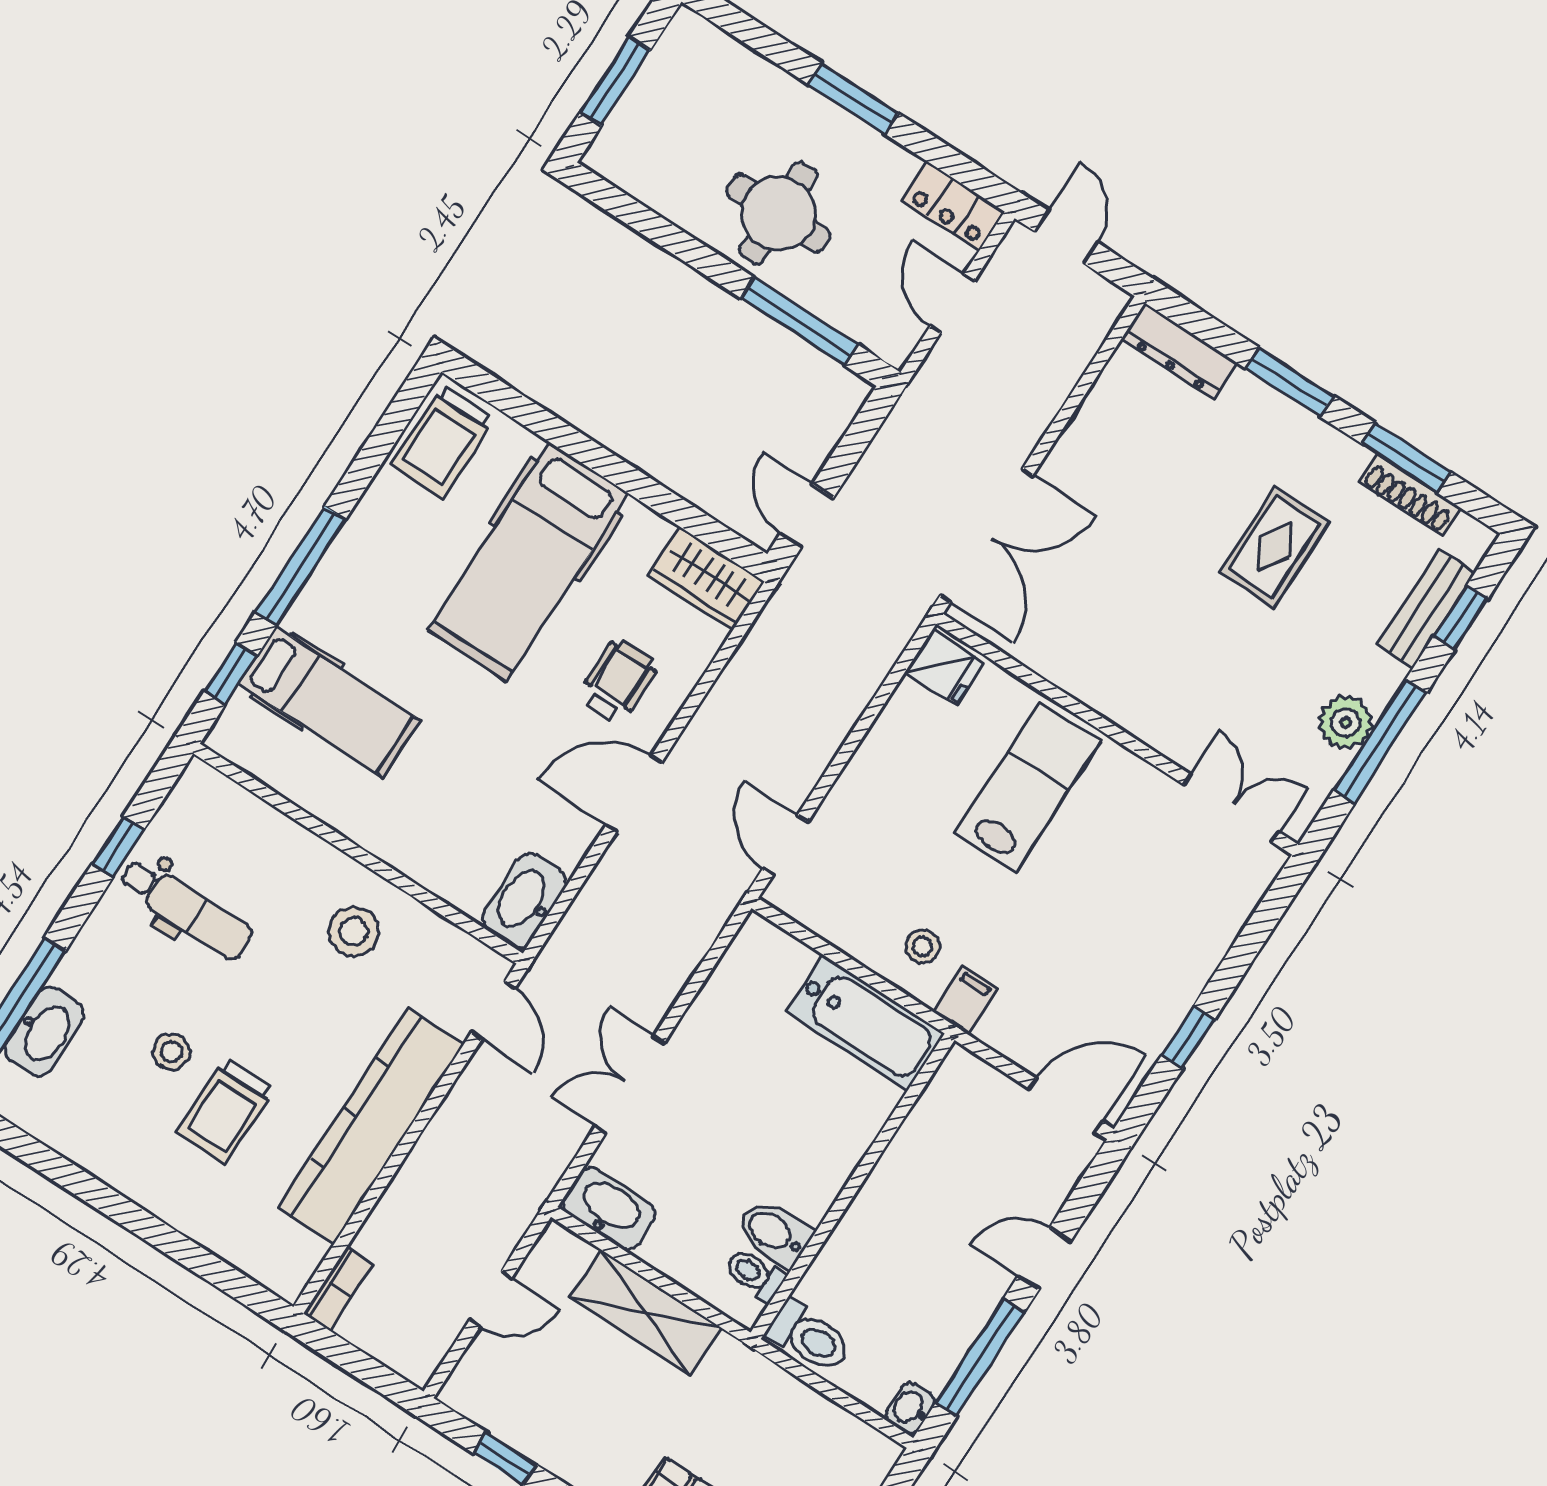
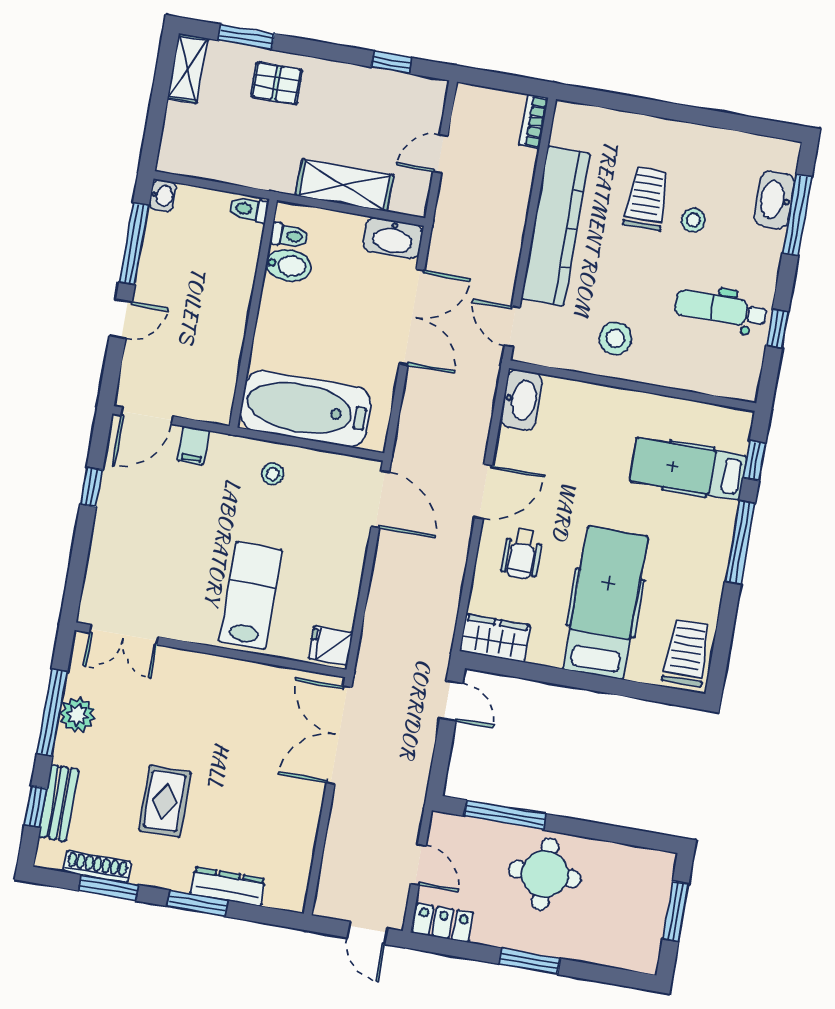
dresser: (1179, 351) -> (228, 886), moved
lab bench: (1028, 787) -> (251, 596), turned 180
door: (785, 845) -> (380, 499), width x1.38
filing cabinet: (965, 1000) -> (193, 446), moved
bathtub: (865, 1023) -> (306, 409), width x1.36, depth x1.36
double door: (630, 1085) -> (412, 317), width x1.37
toilet: (809, 1337) -> (249, 210), width x0.73, depth x0.72

